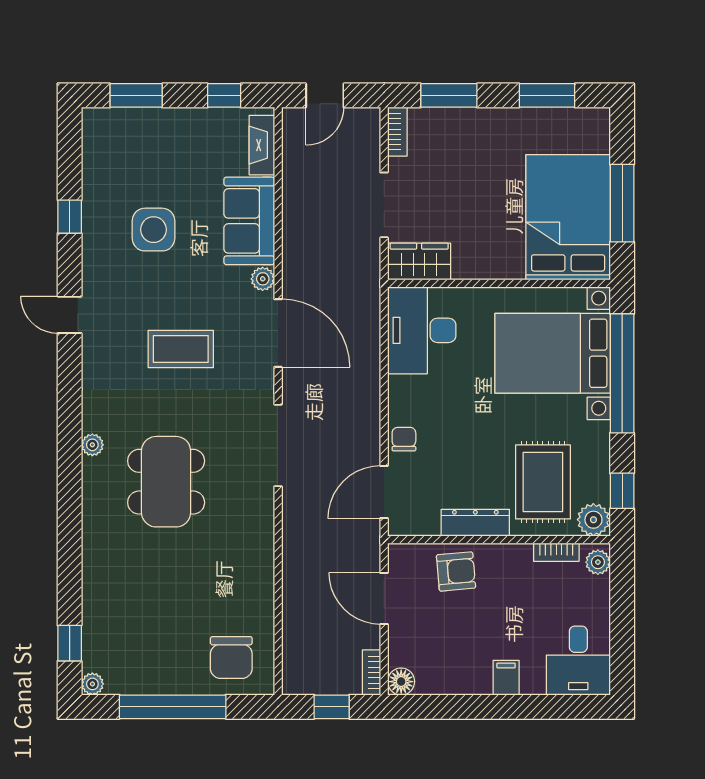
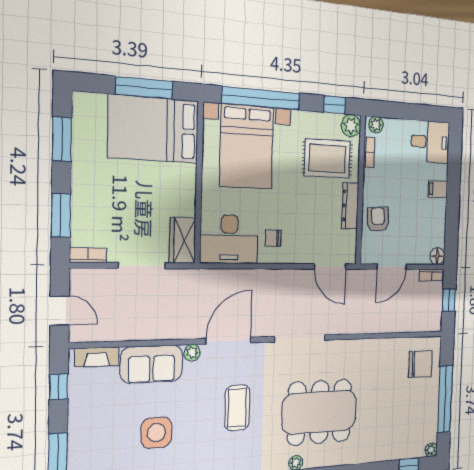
chair: (404, 439) -> (273, 238), moved
dining table: (166, 482) -> (319, 412), width x1.36, depth x1.24

